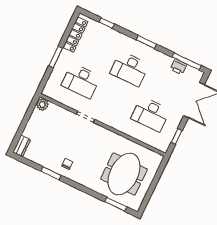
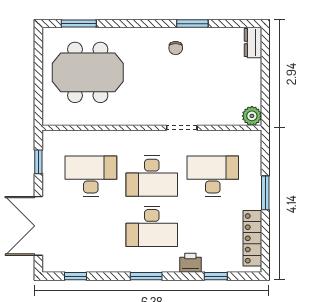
window: (187, 61) -> (75, 276), width x0.46
printer: (178, 67) -> (190, 263), moved
desk: (130, 69) -> (152, 226), turned 180
desk: (116, 97) -> (152, 176), added
meeting table: (124, 174) -> (88, 72), turned 90

